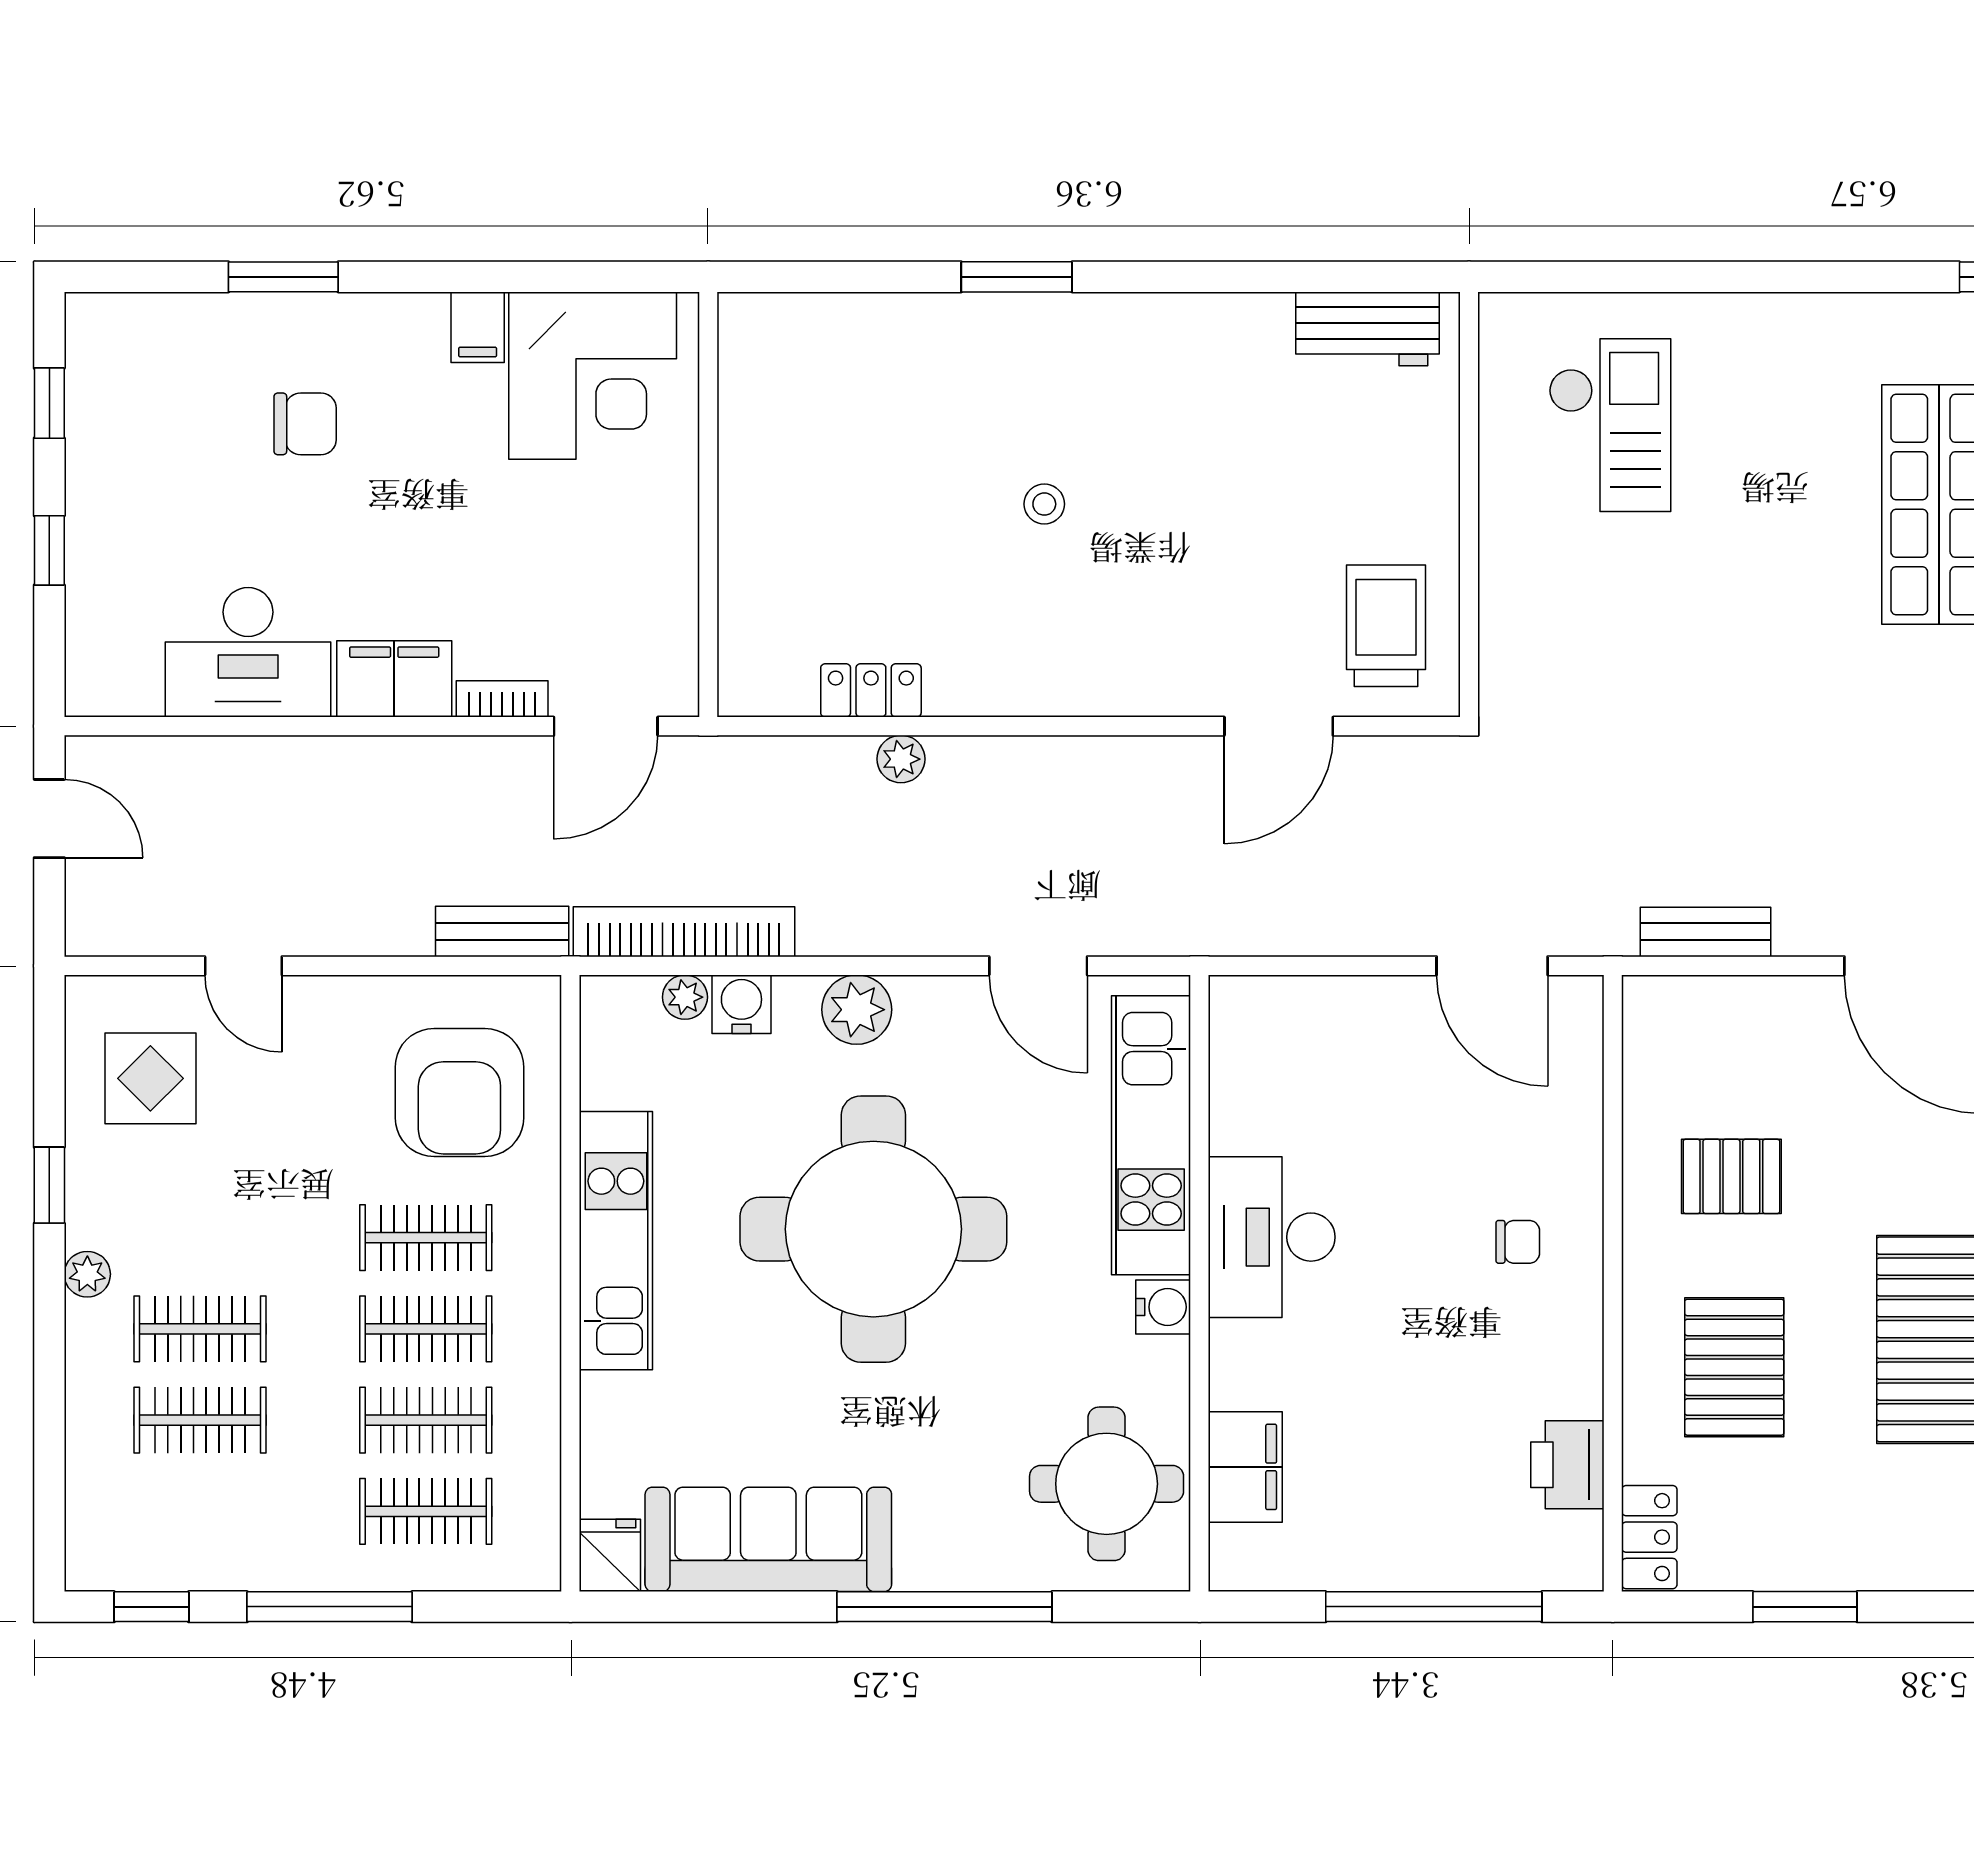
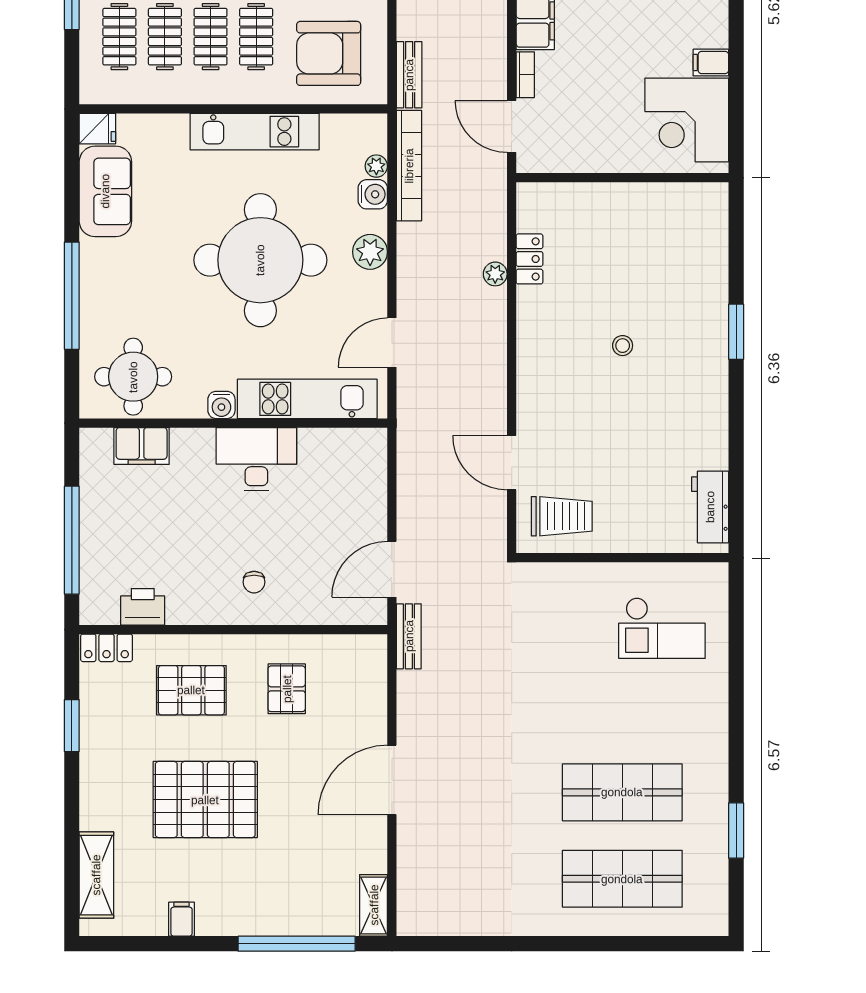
bench: (1705, 932) -> (409, 636), moved
sofa: (768, 1539) -> (105, 191), width x0.73

